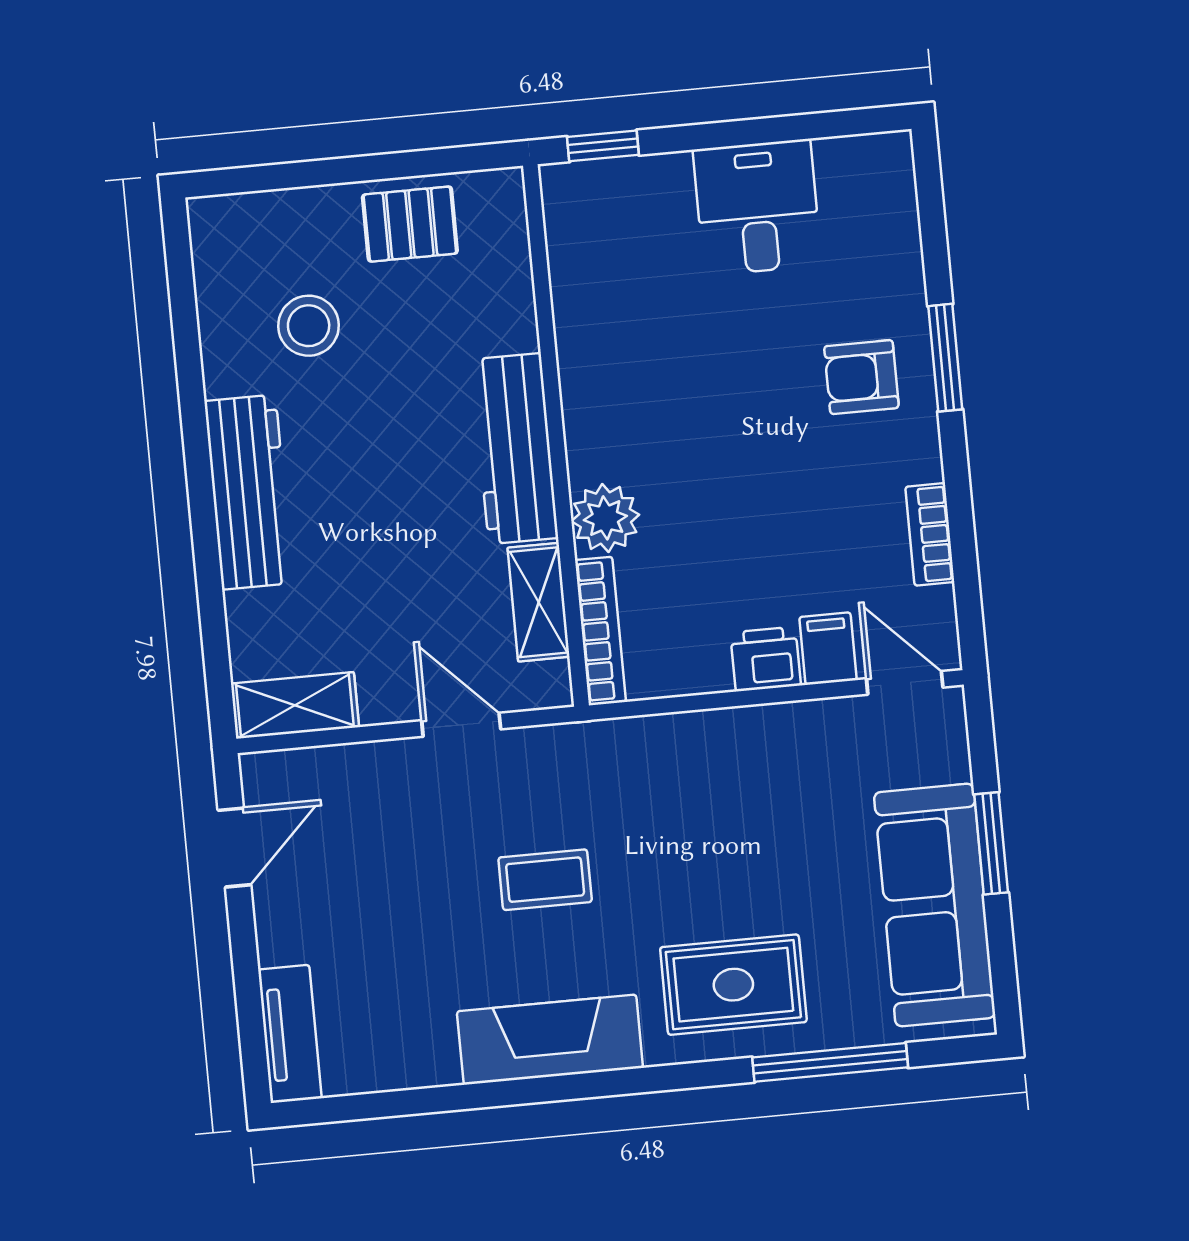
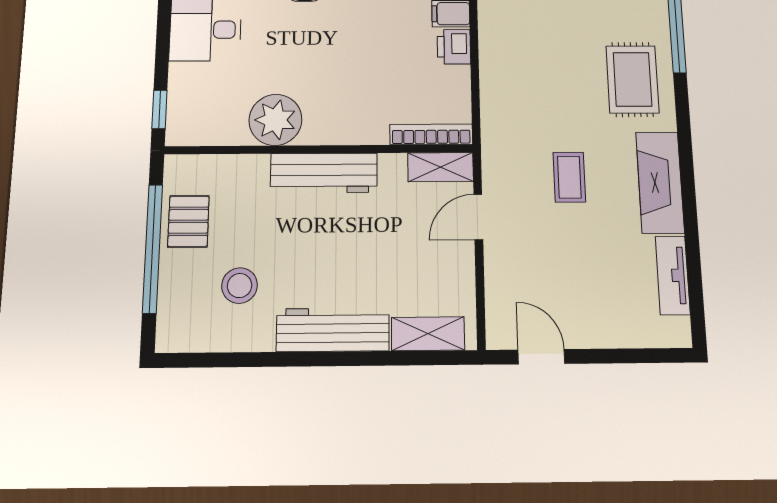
window: (358, 169) -> (153, 248), added
plant: (605, 518) -> (275, 120), moved, width x1.36, depth x1.36
shelving: (539, 602) -> (441, 167), moved
shelving: (295, 705) -> (428, 334), moved, turned 90
tv unit: (290, 1034) -> (673, 275), moved, turned -90

